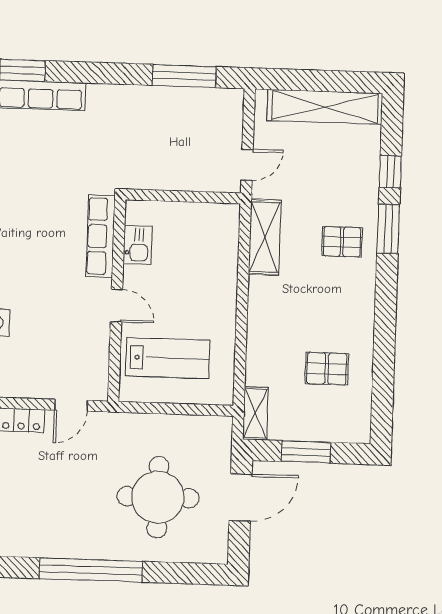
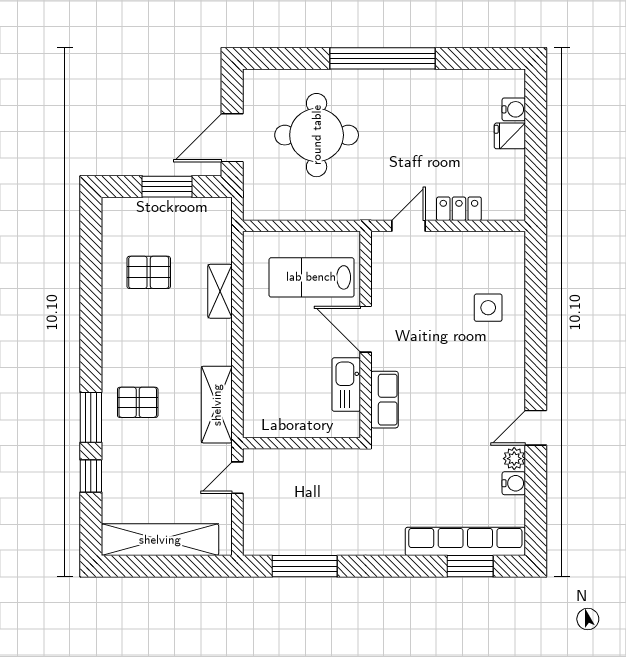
row of seats: (101, 236) -> (384, 400), width x0.68
kitchen sink: (138, 245) -> (346, 385), width x1.38
door: (117, 306) -> (366, 329), width x1.38
shelving: (255, 413) -> (220, 291), moved

